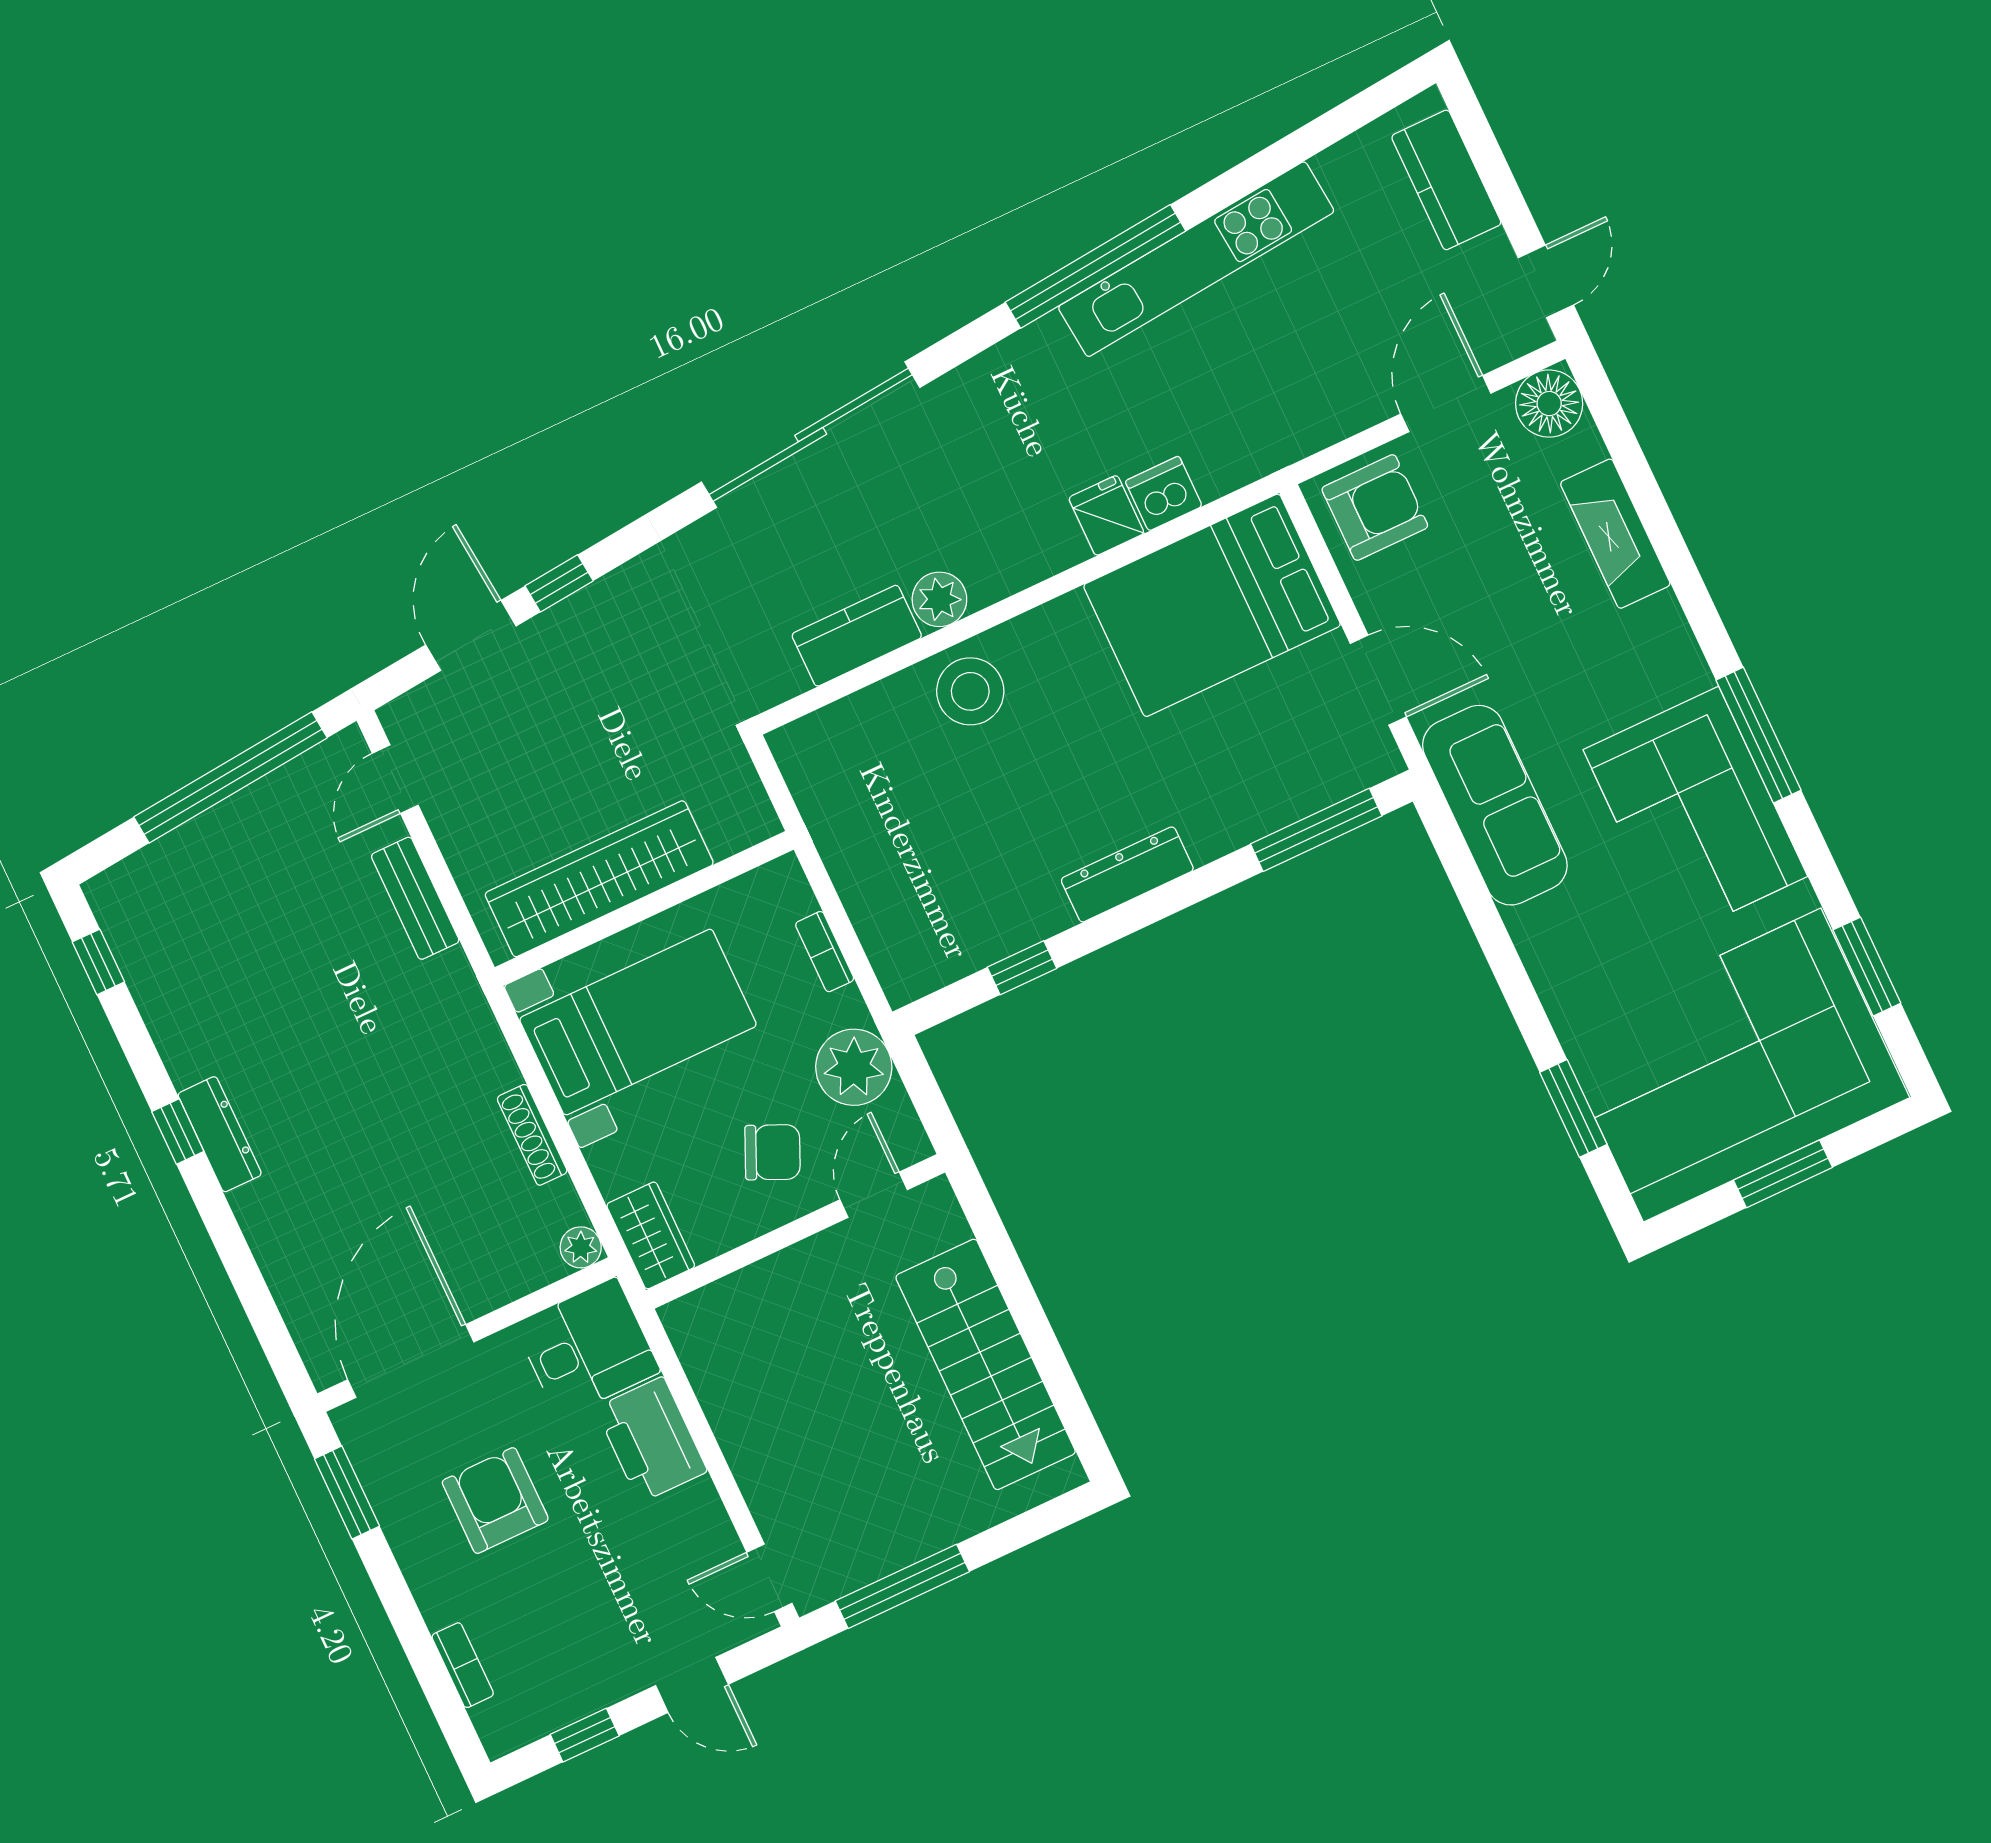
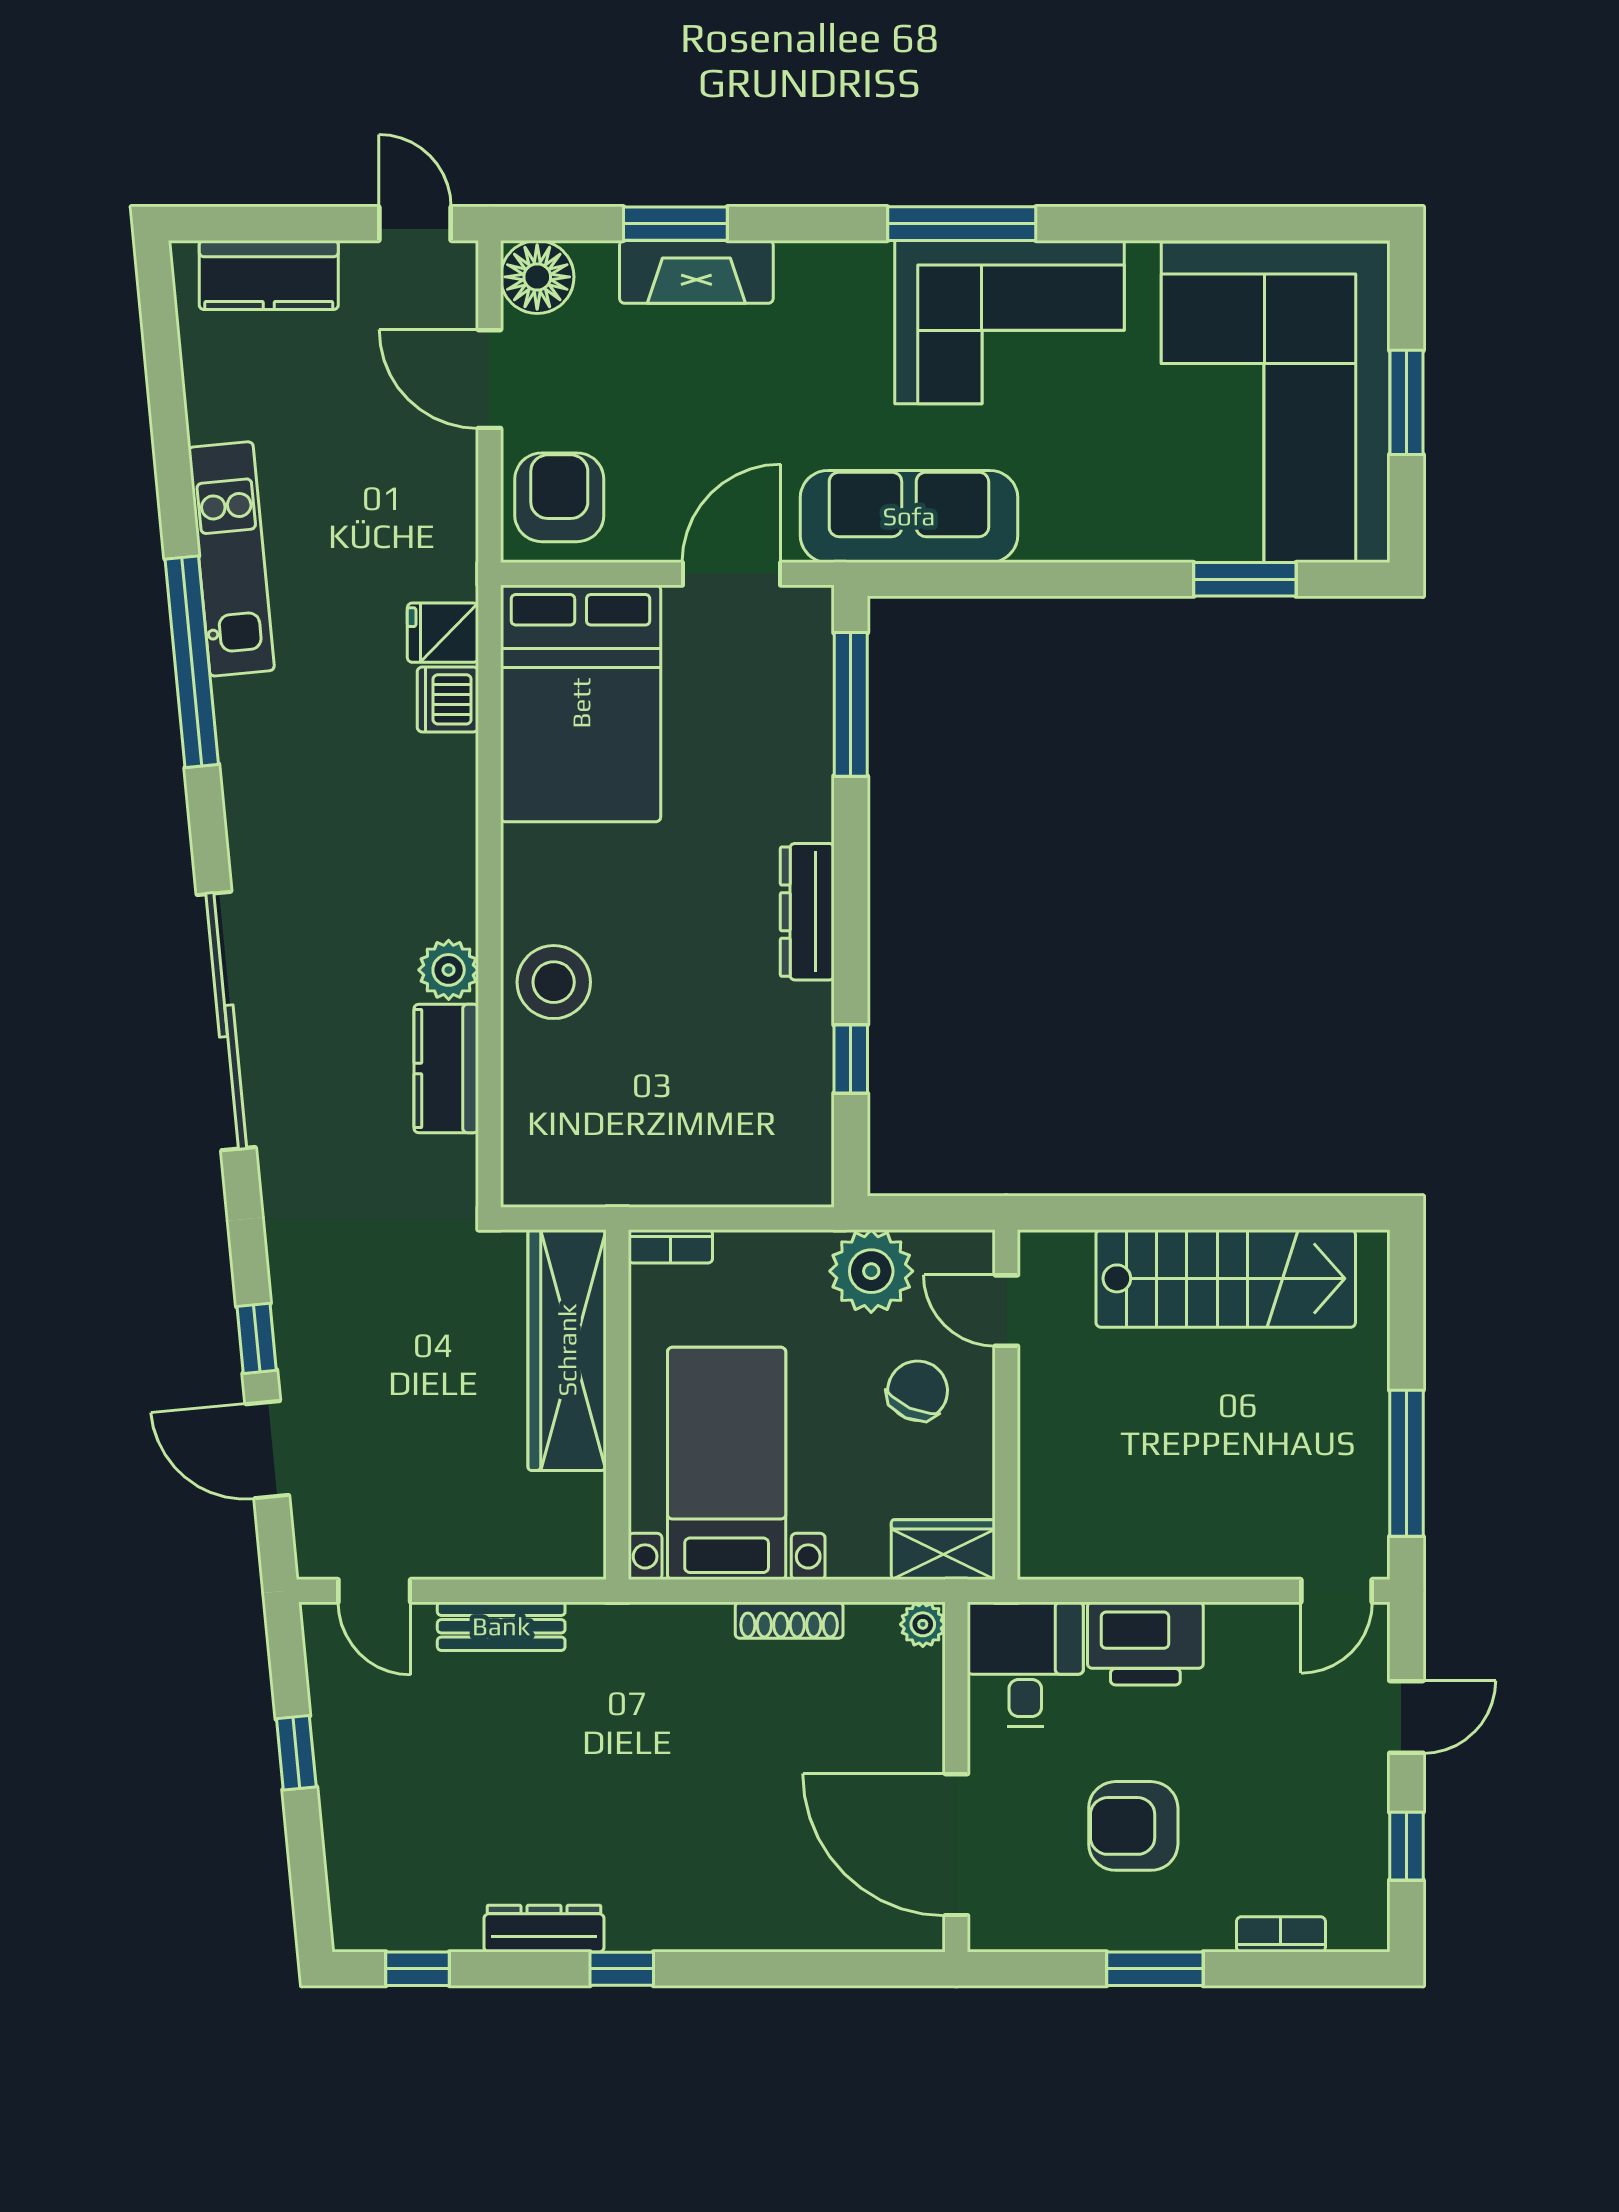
kitchen unit: (1196, 259) -> (231, 559), width x0.73
fridge: (1106, 515) -> (443, 633), moved
window: (230, 777) -> (296, 1753), width x0.32
wardrobe: (599, 879) -> (567, 1350), moved
bookcase: (825, 952) -> (670, 1246), moved
window: (1867, 967) -> (675, 224), moved
dresser: (220, 1134) -> (544, 1929), moved
window: (347, 1492) -> (1155, 1969), moved

